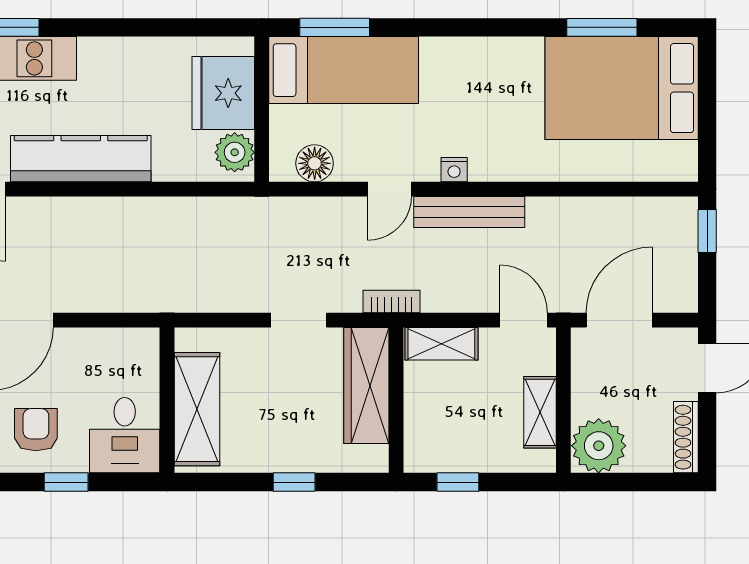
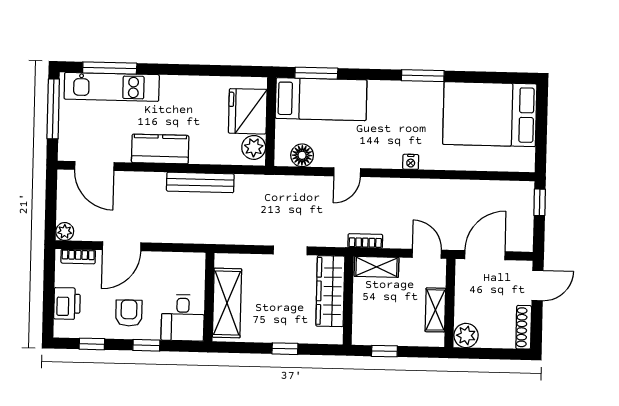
window: (602, 27) -> (423, 76), moved
kitchen counter: (81, 159) -> (160, 149), width x0.67
nightstand: (454, 170) -> (411, 162), moved
bench: (469, 212) -> (200, 182), moved
bookcase: (391, 302) -> (365, 241), moved
plant: (599, 446) -> (466, 335), width x0.73, depth x0.73

